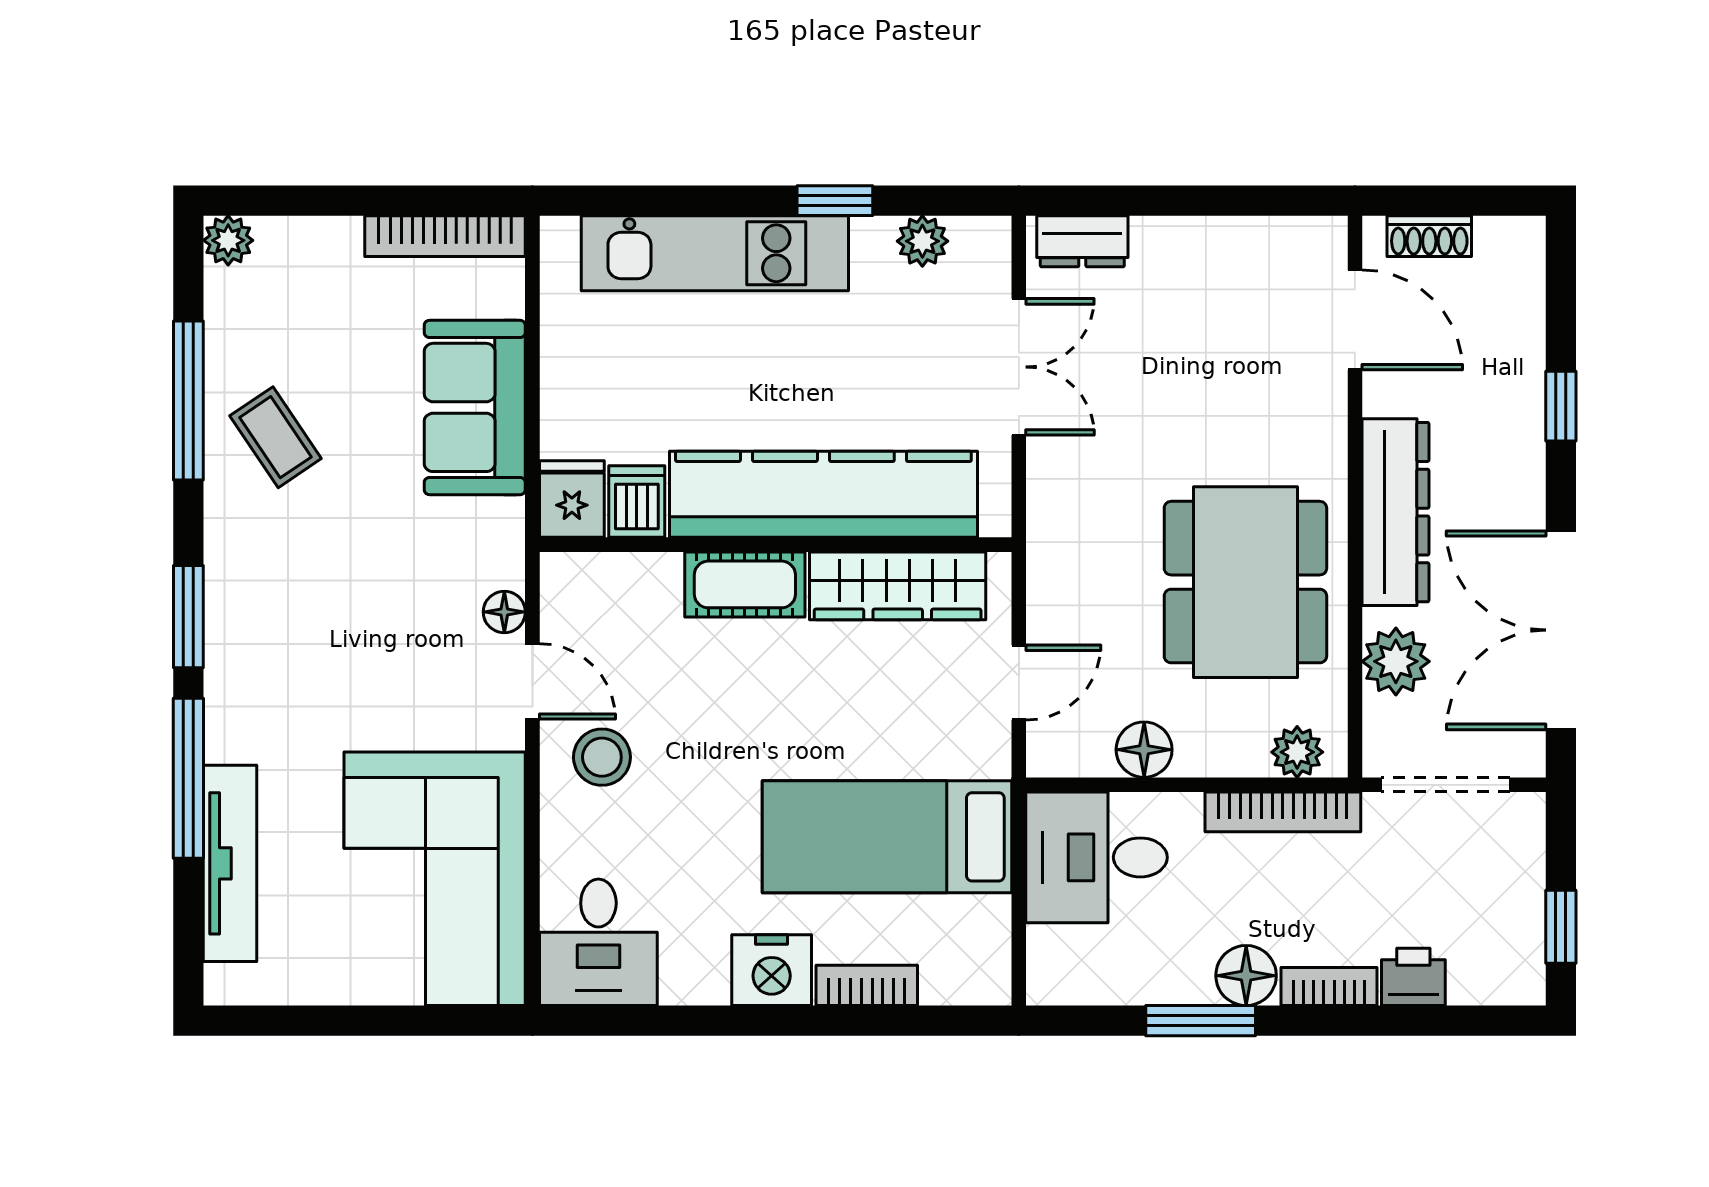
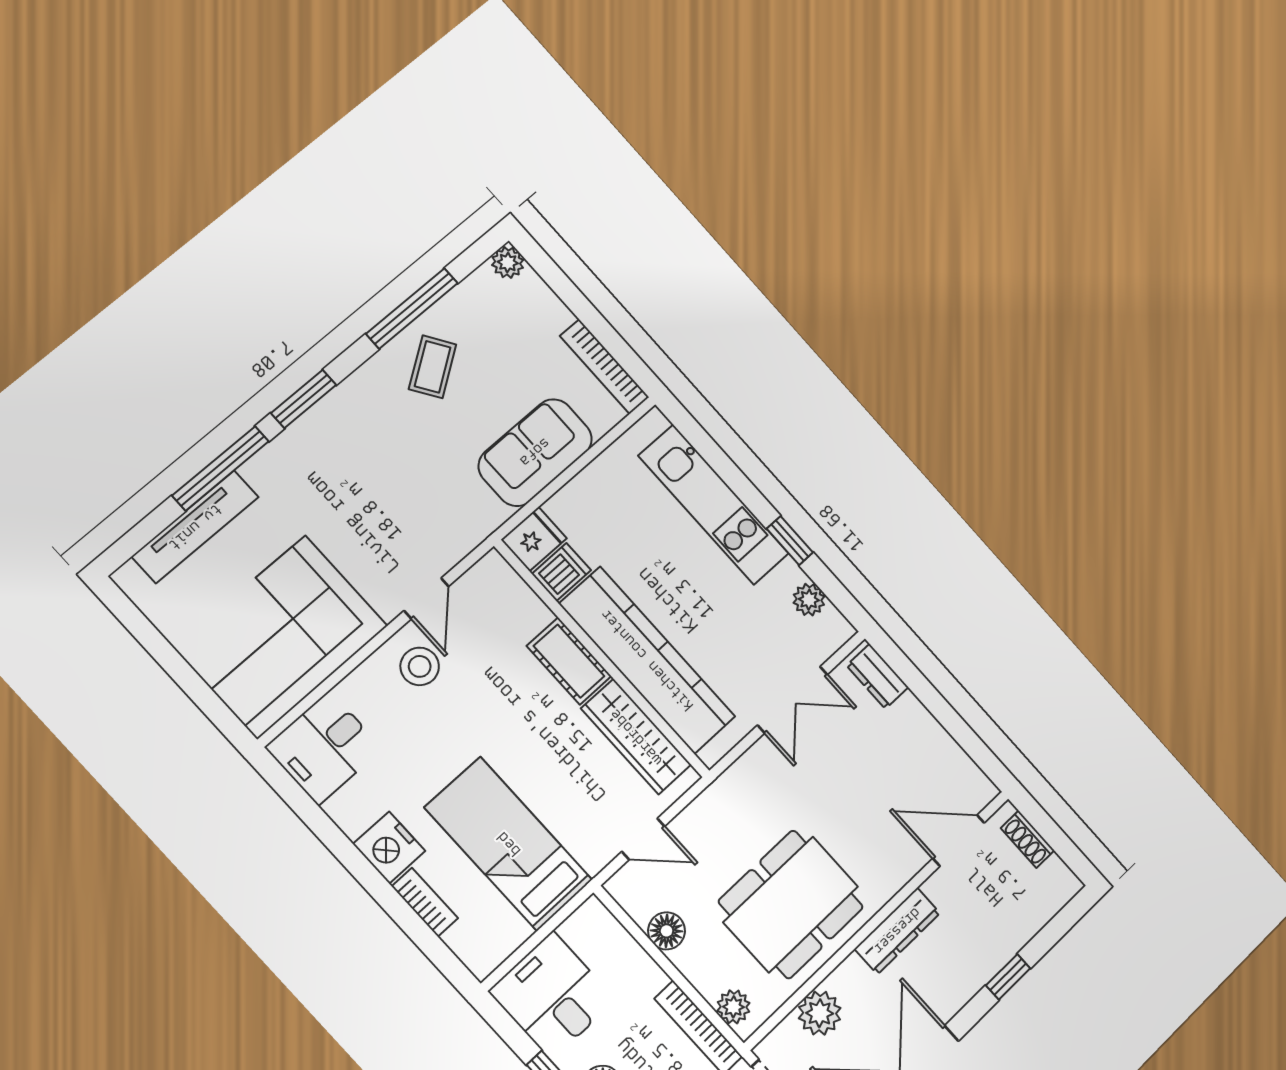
door: (1355, 320) -> (959, 841), swing flipped
dresser: (1396, 512) -> (897, 931), width x0.73, depth x0.80
floor lamp: (504, 612) -> (448, 554), removed
desk: (1097, 857) -> (552, 995), moved

